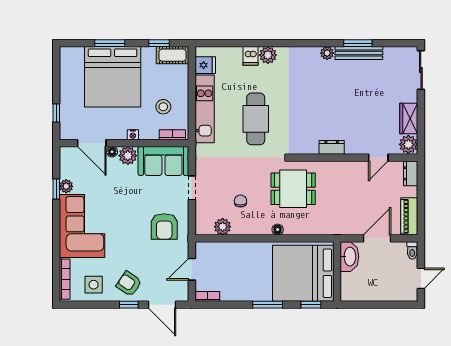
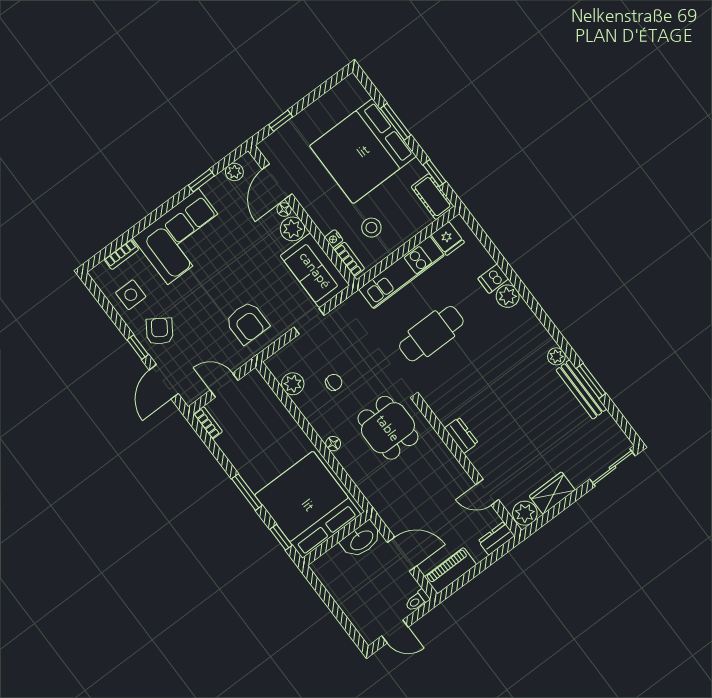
nightstand: (133, 135) -> (334, 239), moved
plant: (66, 186) -> (234, 172), moved
armchair: (164, 226) -> (247, 323), turned -90
bookcase: (65, 279) -> (121, 254), width x0.64

